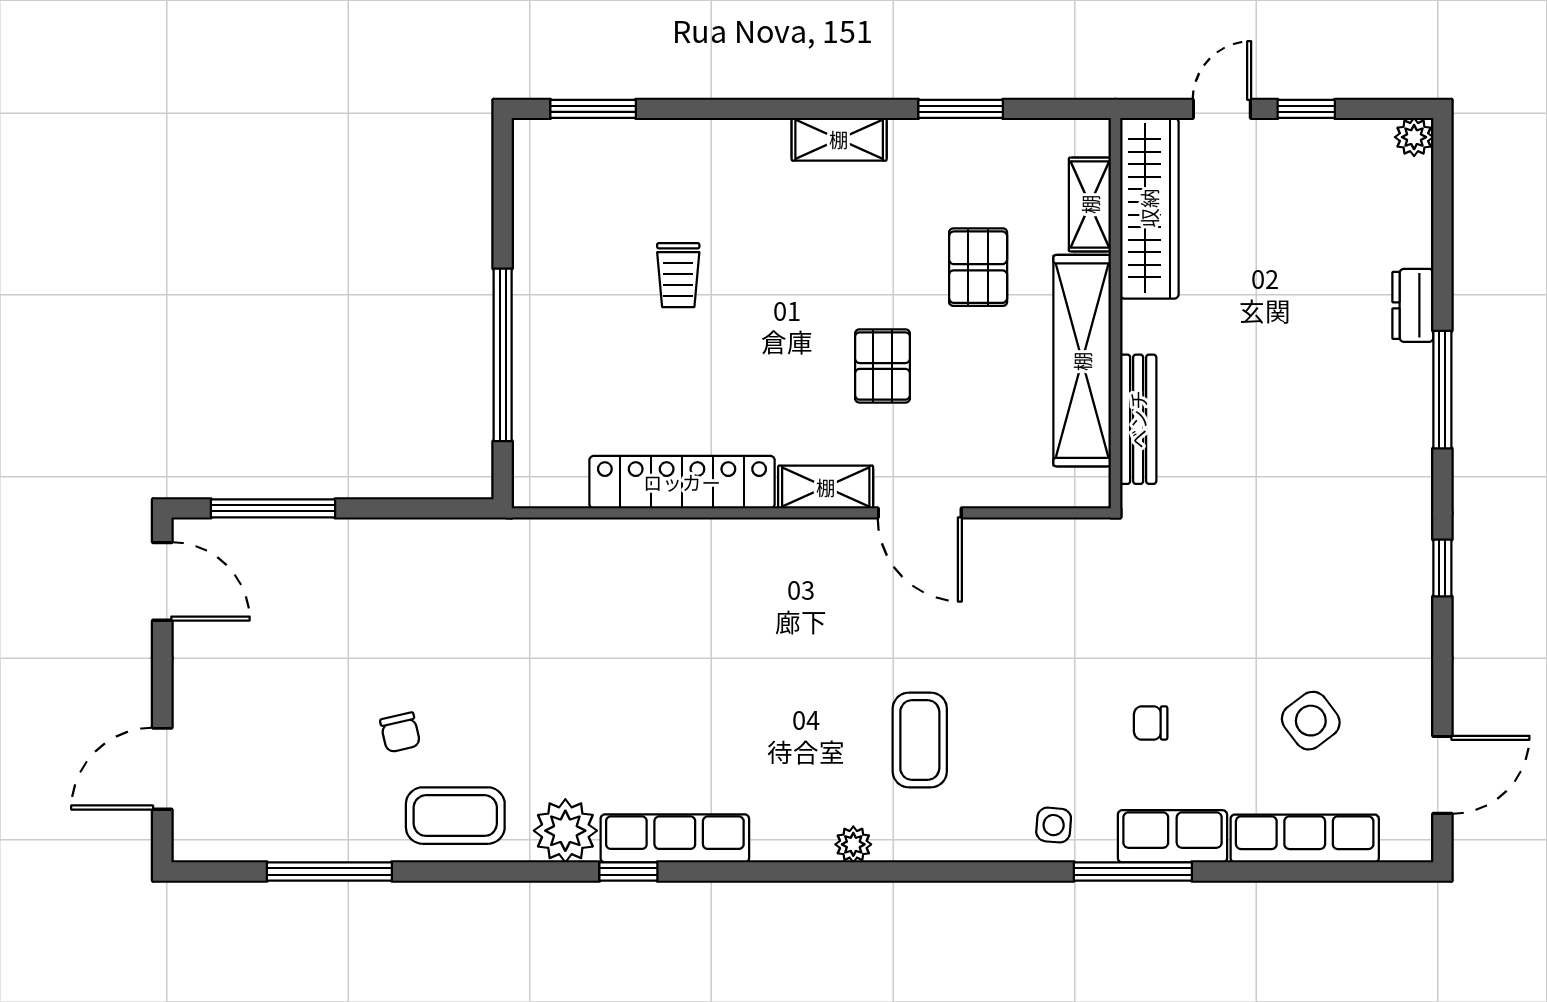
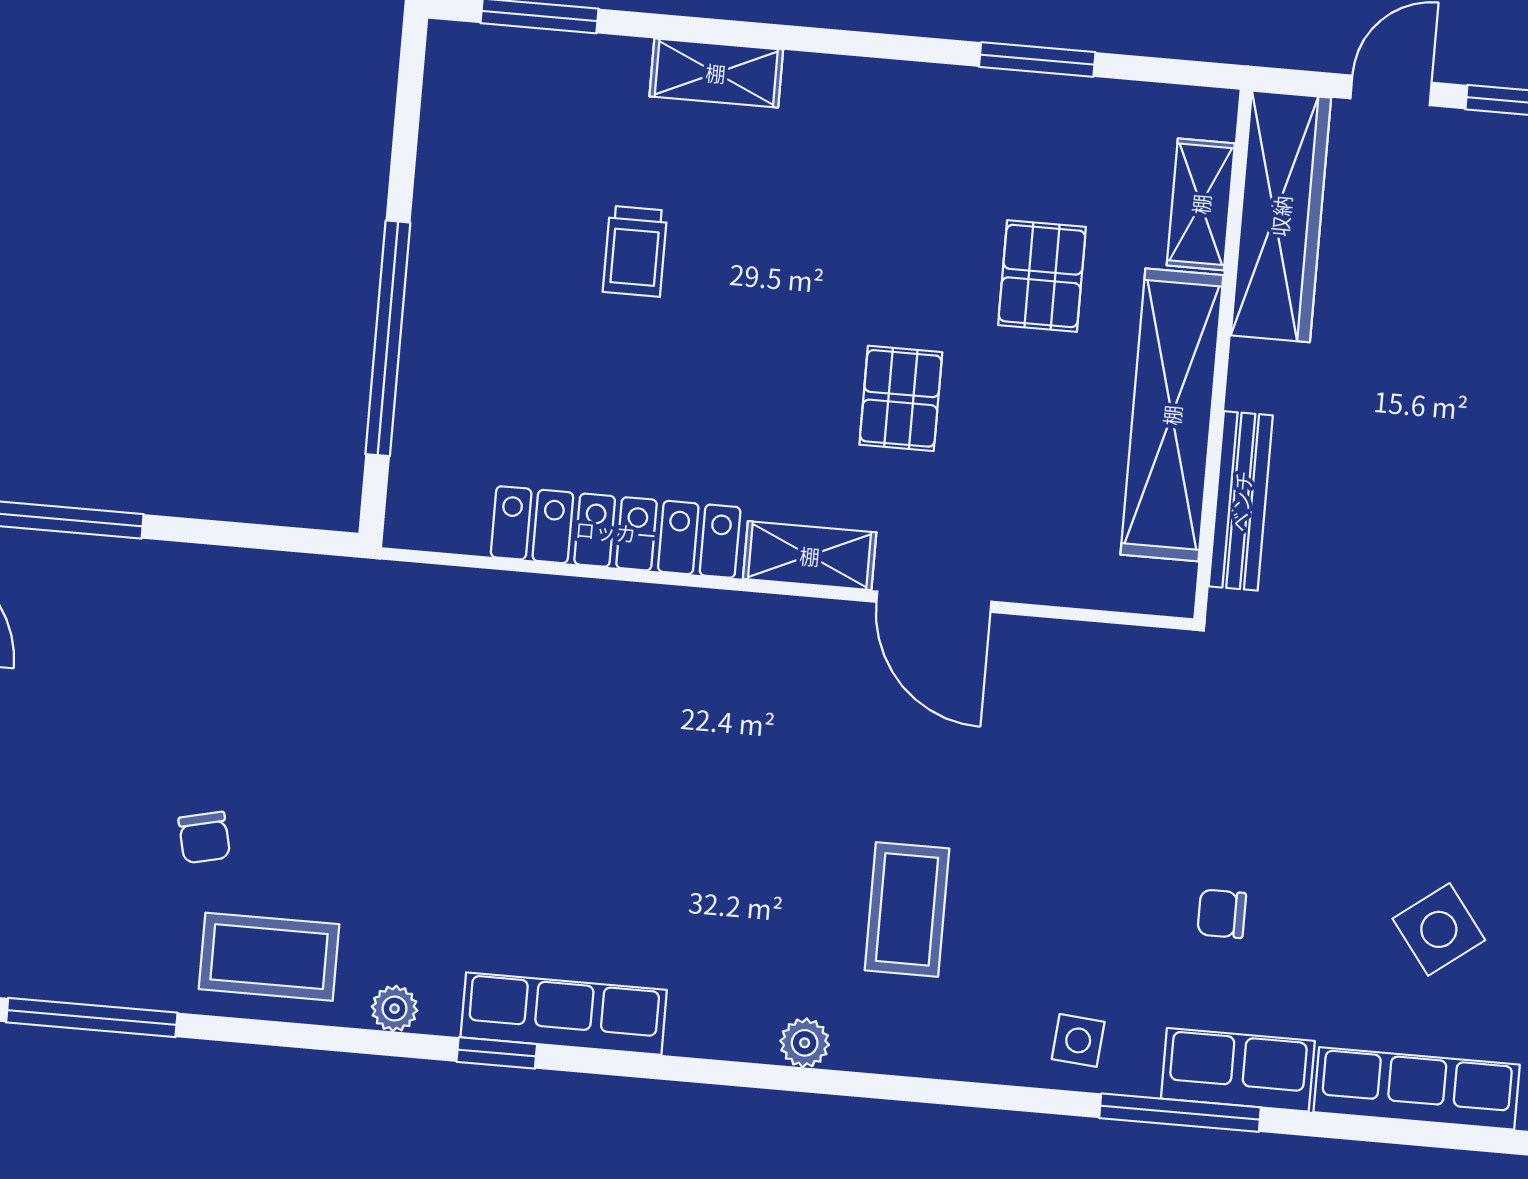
shelving: (839, 139) -> (716, 73), moved
plant: (565, 831) -> (395, 1009), width x0.53, depth x0.53

